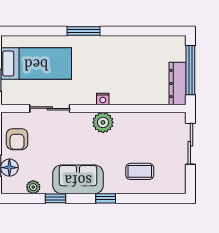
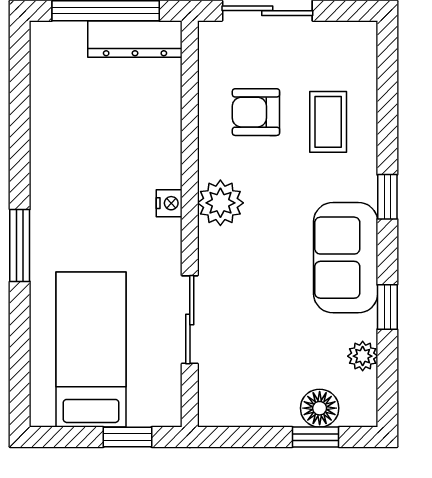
armchair: (17, 139) -> (256, 112), moved, turned 180

